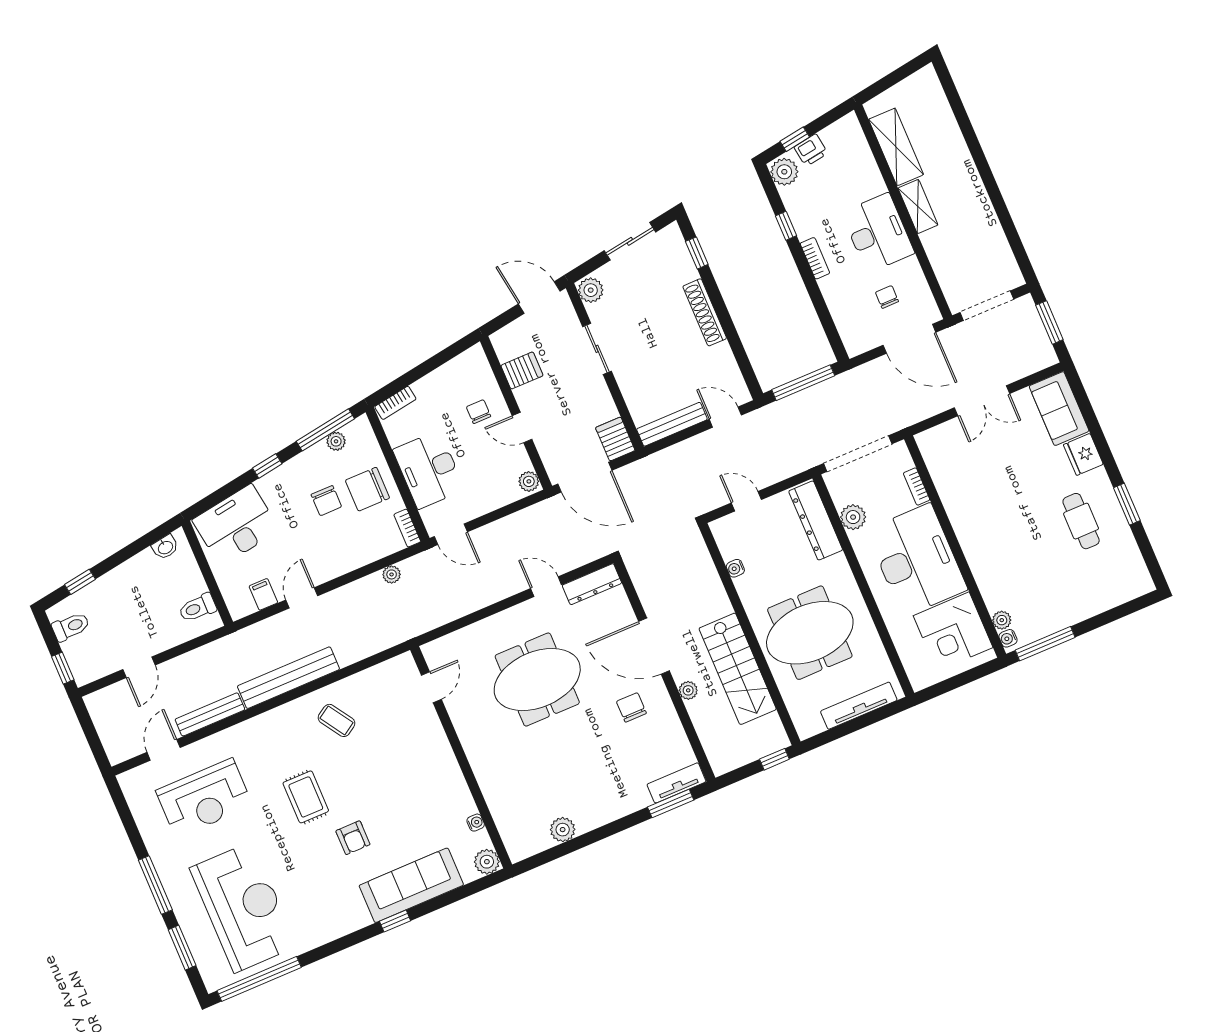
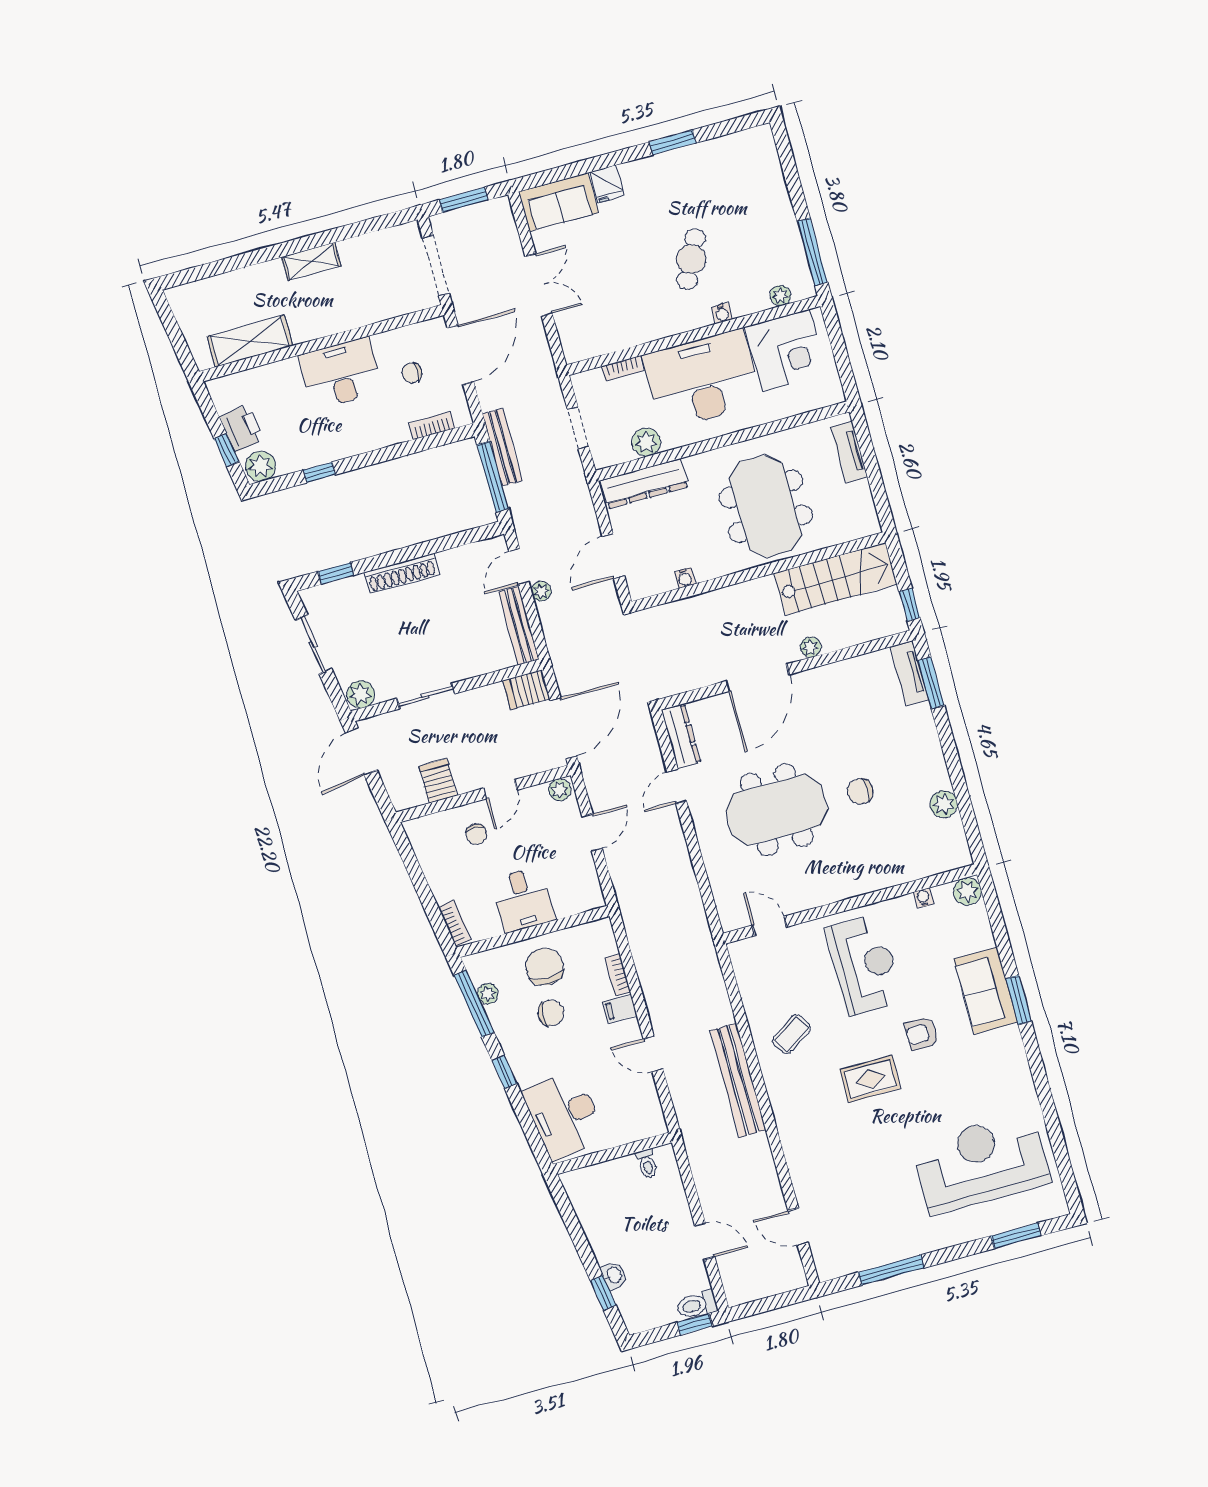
printer: (811, 150) -> (242, 428), width x1.36, depth x1.24
shelving: (918, 207) -> (311, 262), moved
bookcase: (815, 258) -> (432, 426), moved
chair: (479, 412) -> (476, 834), turned -90
doorway: (858, 454) -> (578, 428), width x0.53
fridge: (1083, 454) -> (607, 184), width x0.72
desk: (429, 470) -> (523, 900), width x0.73
chair: (367, 489) -> (545, 967), turned 180
door: (746, 501) -> (613, 556), width x1.38
cafe table: (1081, 521) -> (691, 259), moved, turned -64
bookcase: (407, 528) -> (618, 975), moved, turned 90
door: (451, 534) -> (592, 832), moved
washbasin: (165, 547) -> (614, 1275), moved
plant: (392, 574) -> (541, 591), moved
filing cabinet: (263, 594) -> (620, 1009), moved
toilet: (198, 608) -> (647, 1164), width x0.73, depth x0.72
toilet: (71, 627) -> (697, 1305), moved, turned -90
water cooler: (1008, 638) -> (722, 313), moved
stairs: (738, 669) -> (836, 579), moved
meeting table: (537, 680) -> (777, 810), turned 90
tv unit: (859, 706) -> (849, 452), width x0.71
chair: (631, 707) -> (860, 791), moved
bench: (210, 714) -> (502, 447), moved
window: (774, 759) -> (910, 605), moved
reception desk: (204, 798) -> (864, 965), moved
armchair: (353, 838) -> (922, 1034), turned 180
window: (155, 885) -> (891, 1270), moved
sofa: (411, 885) -> (986, 991), width x0.73
window: (395, 921) -> (1018, 1000), width x1.50
window: (259, 979) -> (1062, 1156), removed

